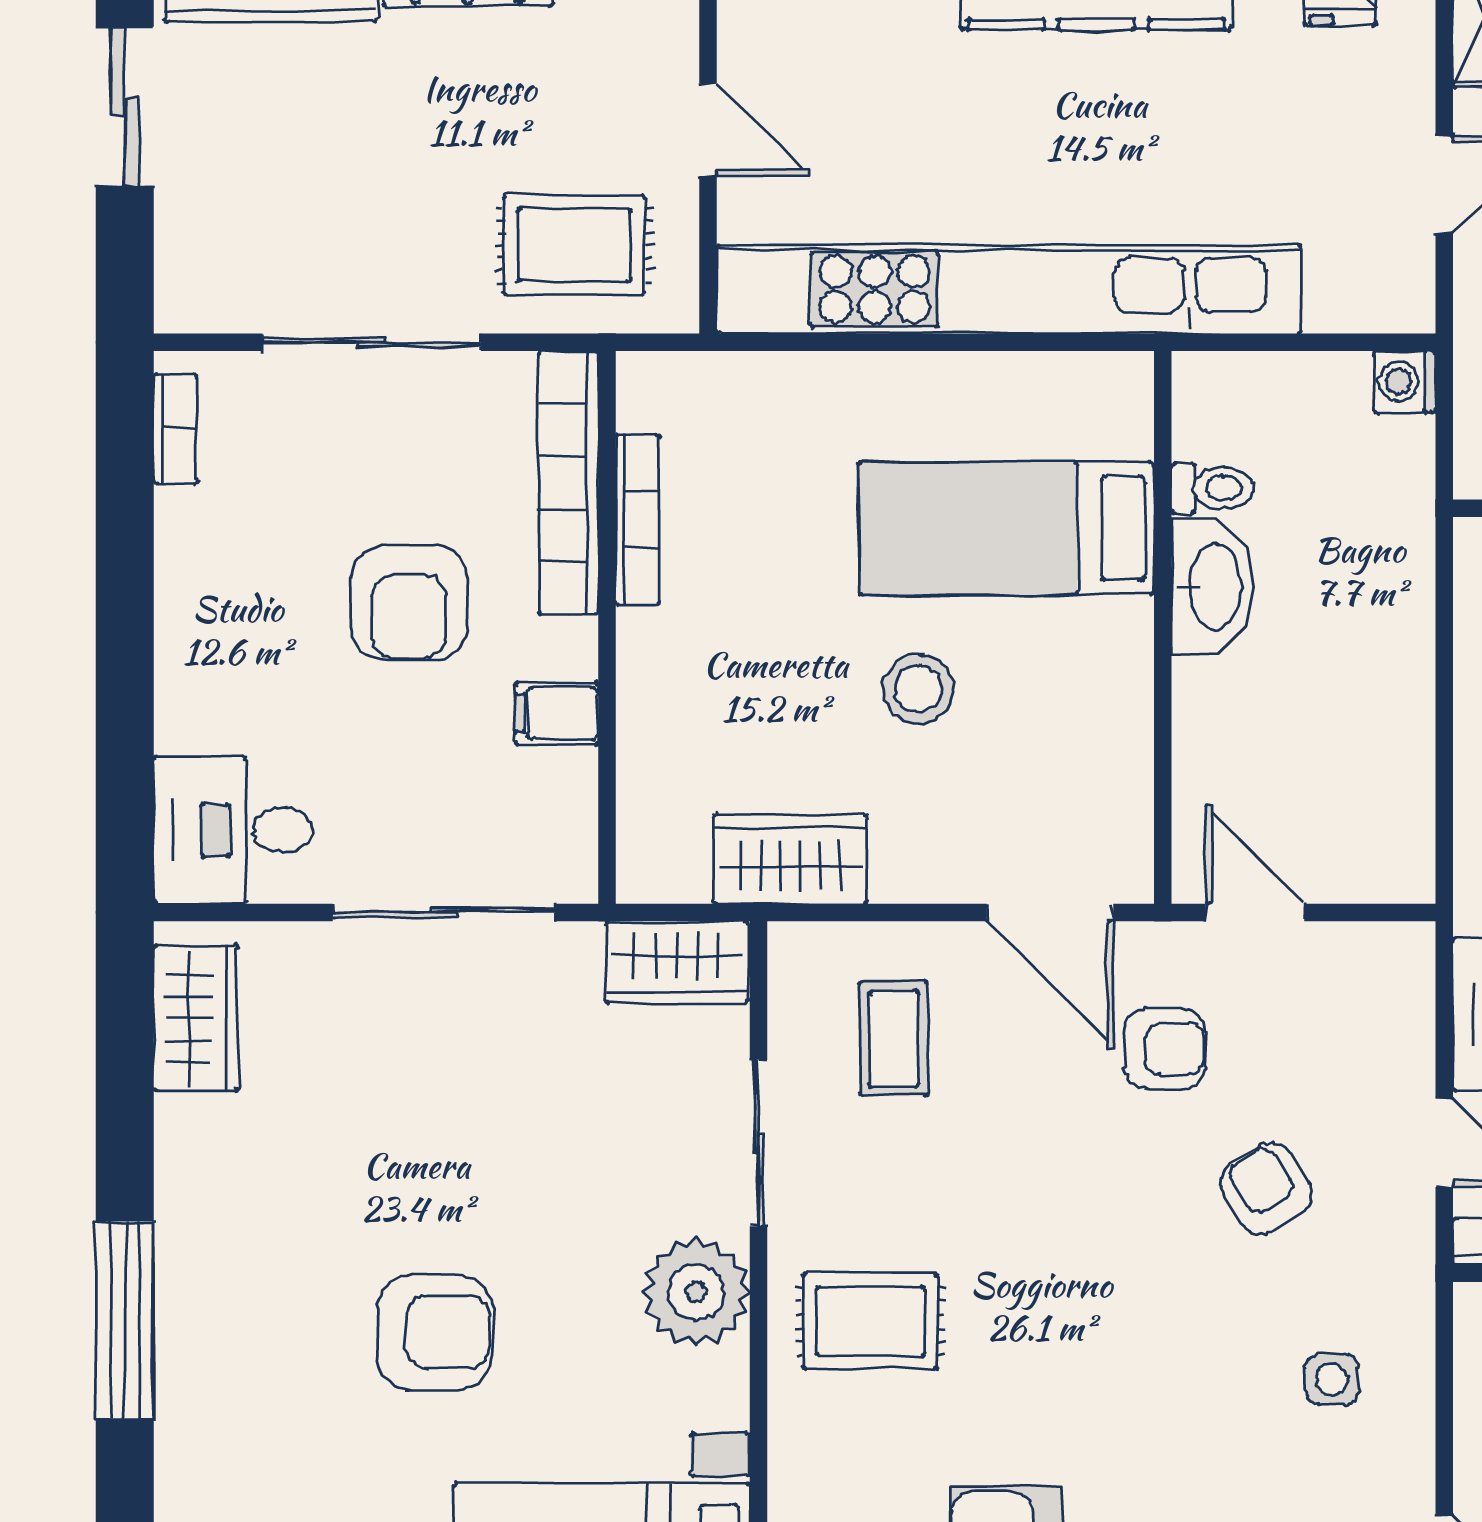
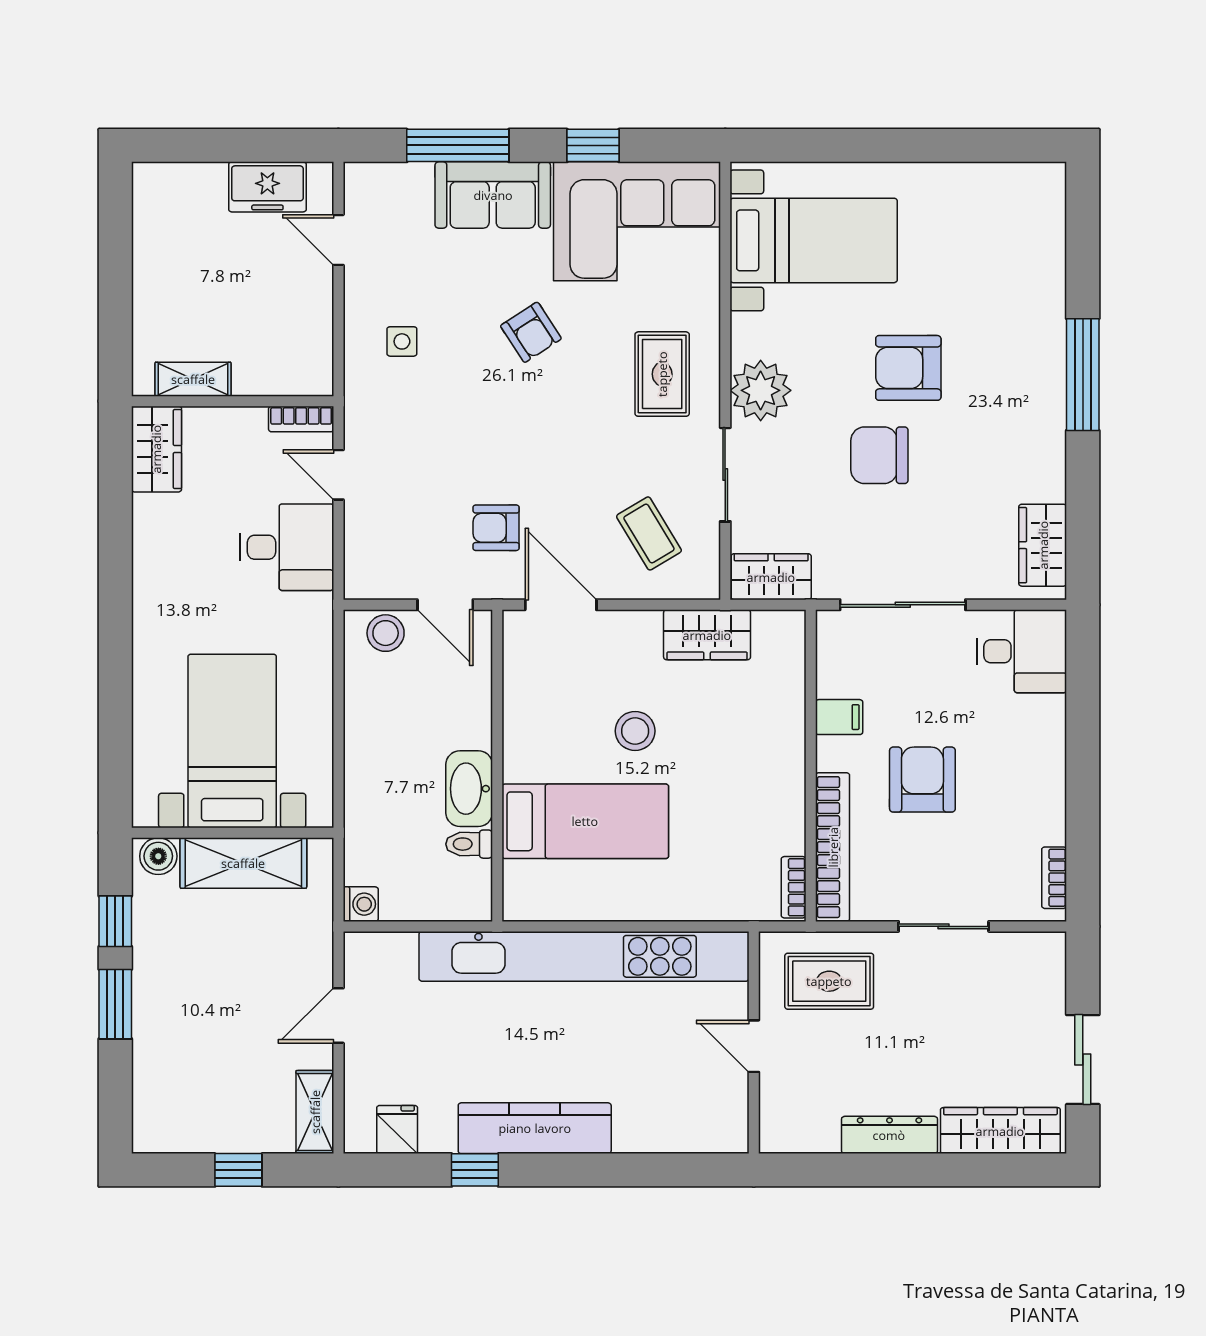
sliding door: (372, 342) -> (944, 926), width x0.73
bookcase: (637, 519) -> (794, 887), moved, width x0.64
stool: (1361, 862) -> (386, 633), added
coffee table: (894, 1039) -> (649, 533), turned -31
chair: (485, 1177) -> (879, 455), added
armchair: (1266, 1189) -> (531, 332), moved
rug: (870, 1321) -> (662, 374), turned 90

